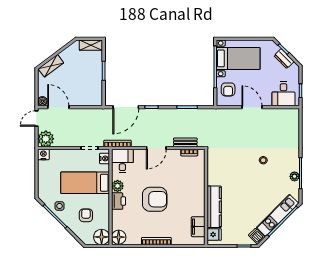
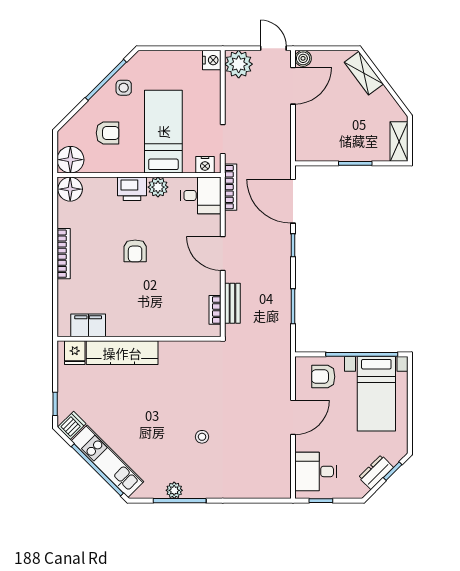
armchair: (155, 199) -> (135, 251), width x0.53, depth x0.53

